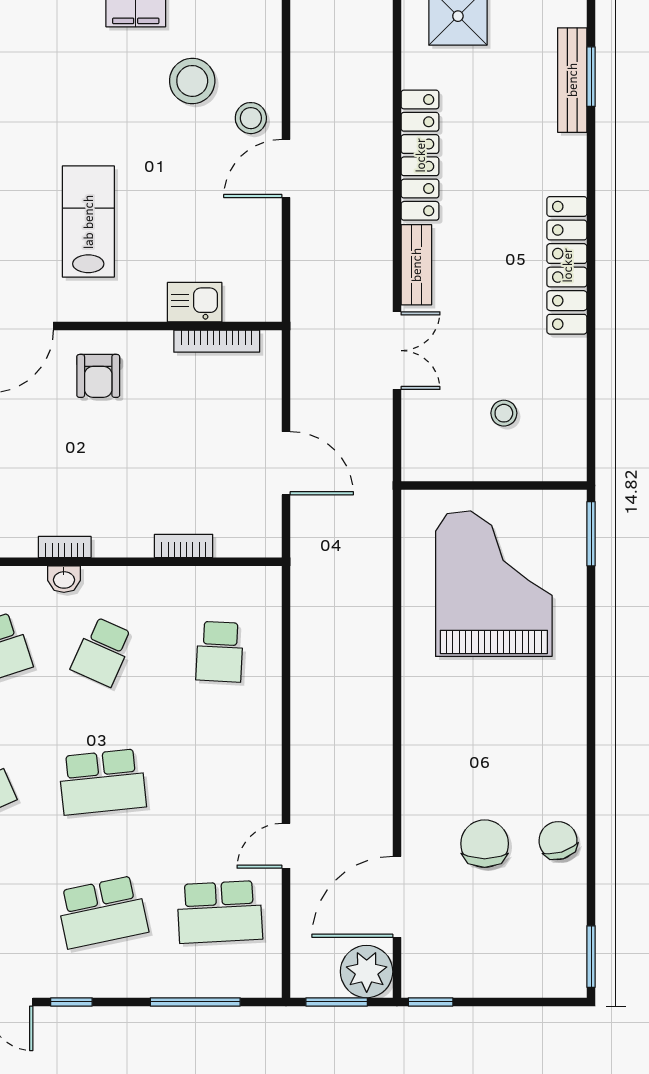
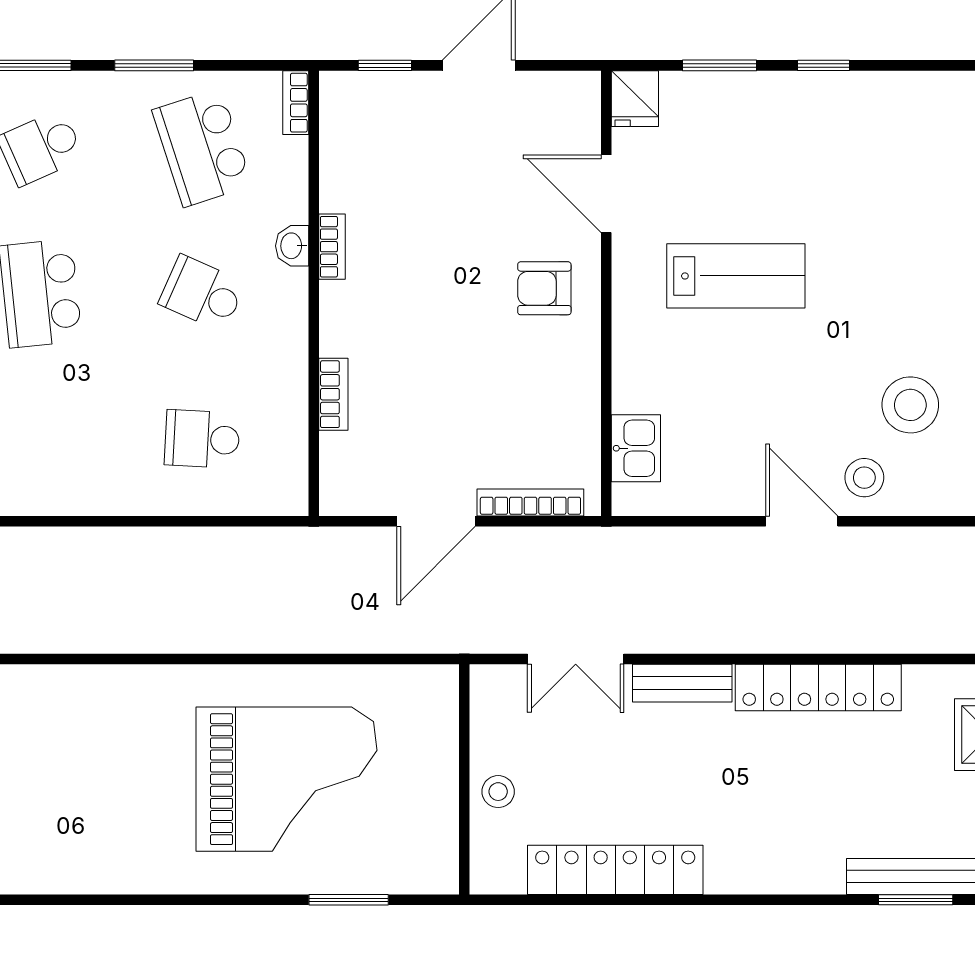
locker: (567, 265) -> (615, 870), moved
kitchen sink: (195, 302) -> (636, 448), moved
bookcase: (217, 341) -> (530, 502), moved, turned 90
wall: (494, 485) -> (464, 779), moved

